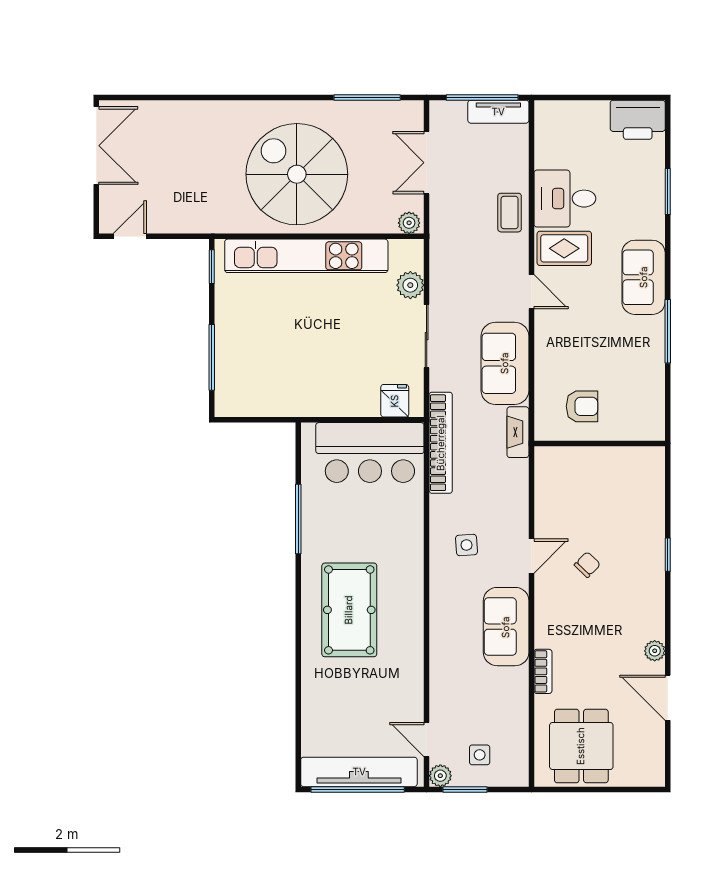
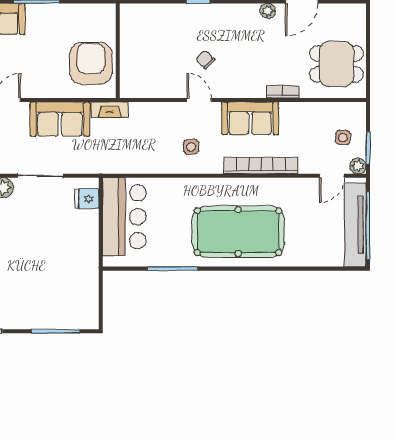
armchair: (582, 406) -> (91, 63), width x1.88, depth x1.88
bookcase: (441, 443) -> (261, 166), moved
pool table: (349, 610) -> (238, 232), width x1.36, depth x1.32

